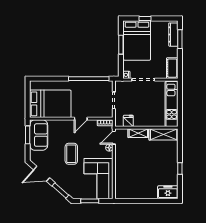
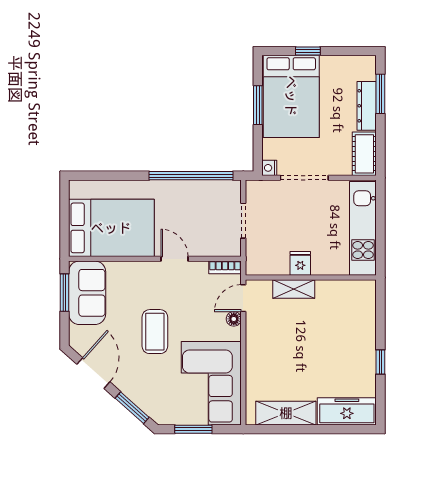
dresser: (173, 35) -> (367, 106), moved
door: (81, 119) -> (174, 259), swing flipped
fridge: (128, 121) -> (300, 263), moved
shelving: (164, 134) -> (286, 413), moved
door: (42, 174) -> (93, 373), swing flipped
freezer: (168, 192) -> (347, 411), width x1.40

